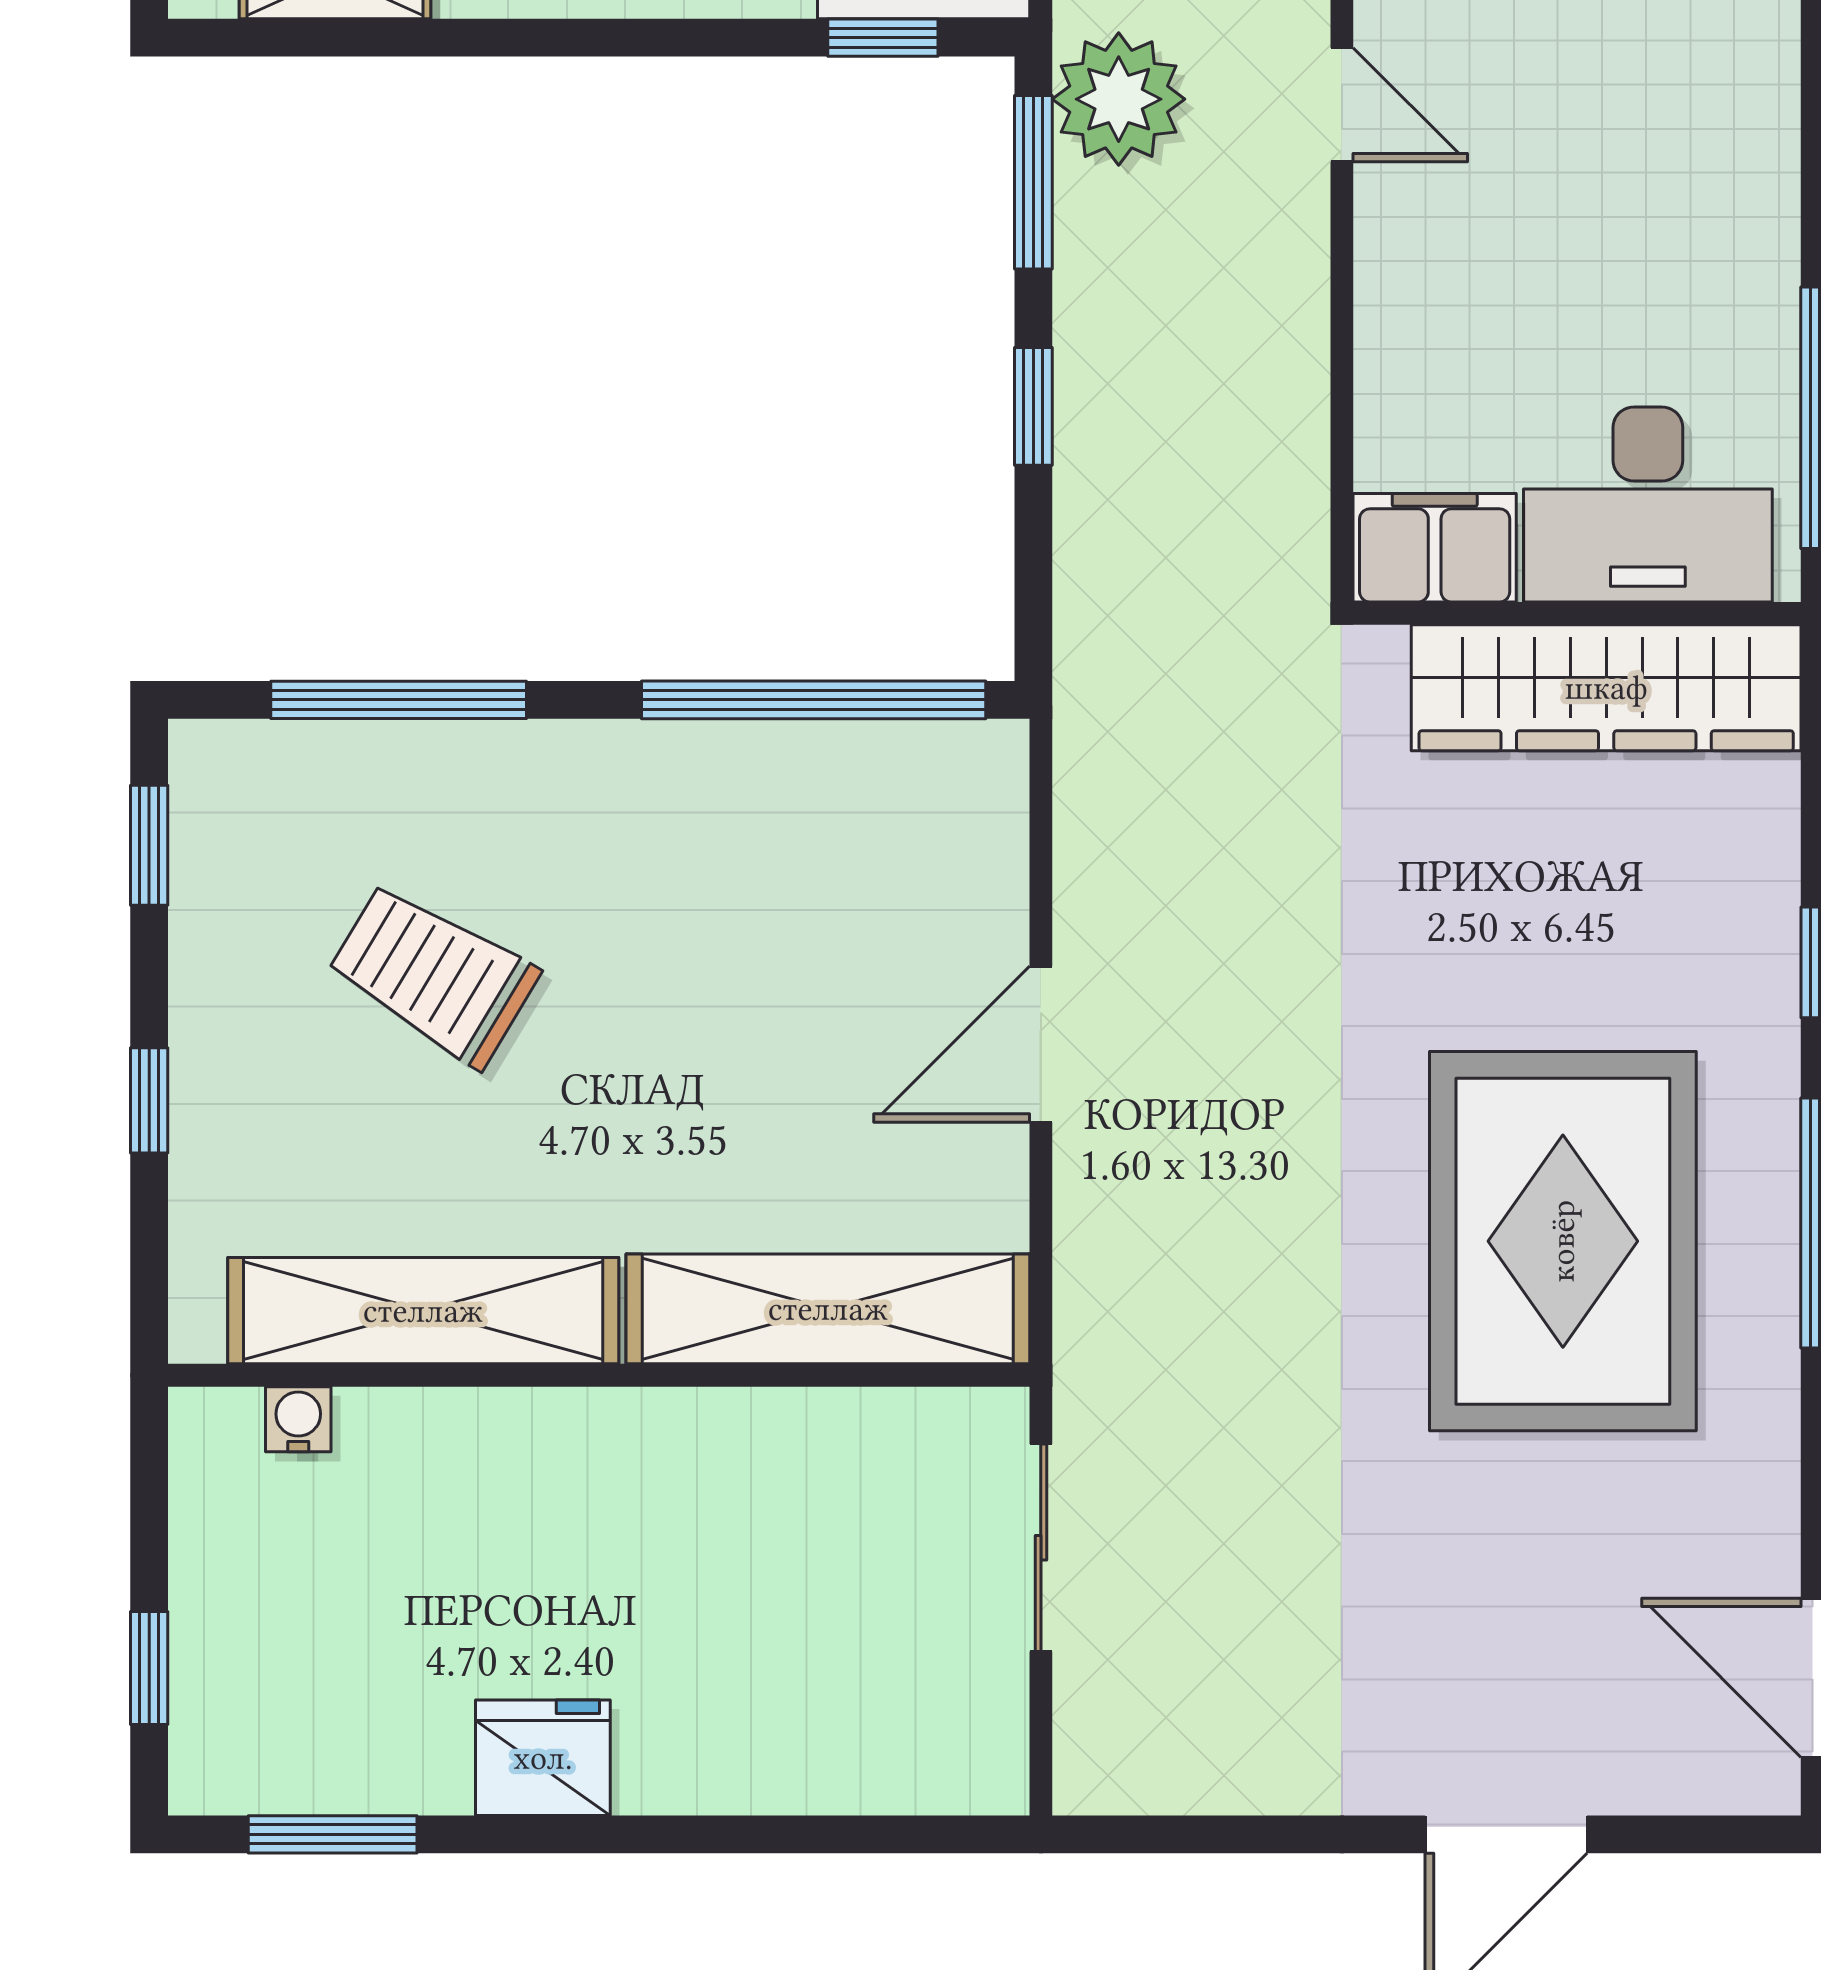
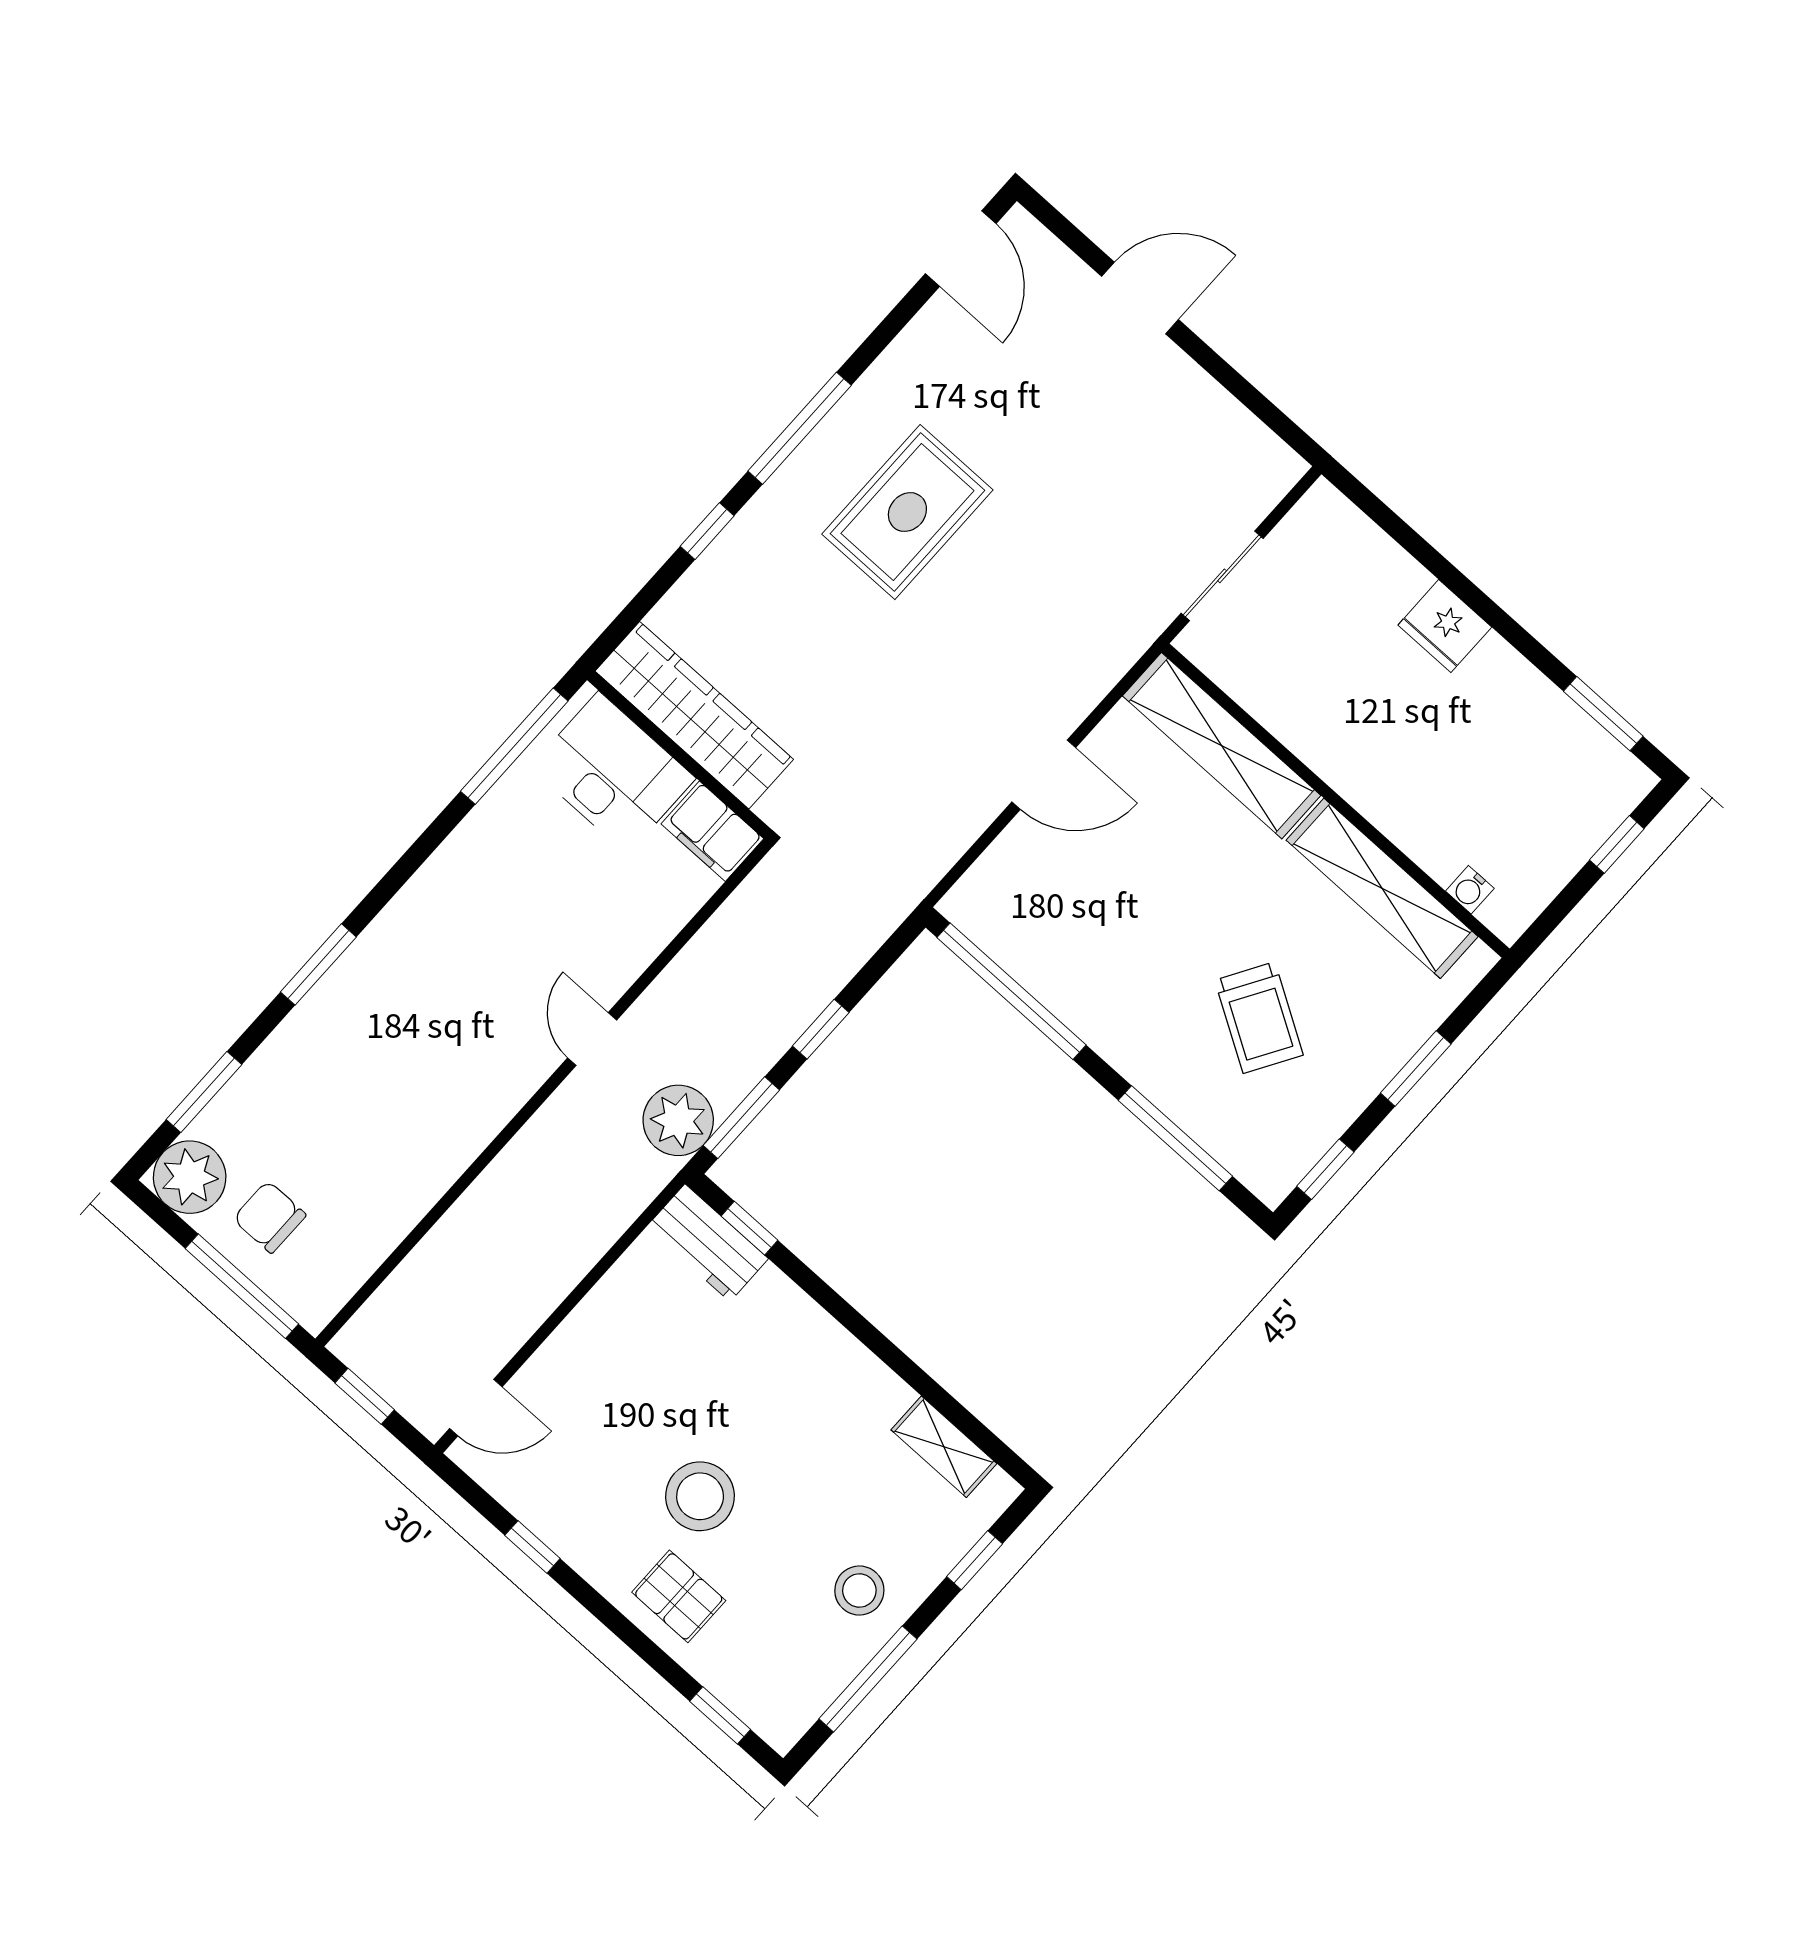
window: (149, 1100) -> (1416, 1068), width x1.50
rug: (1563, 1241) -> (907, 512), width x0.73, depth x0.69
fridge: (543, 1758) -> (1445, 626), moved

